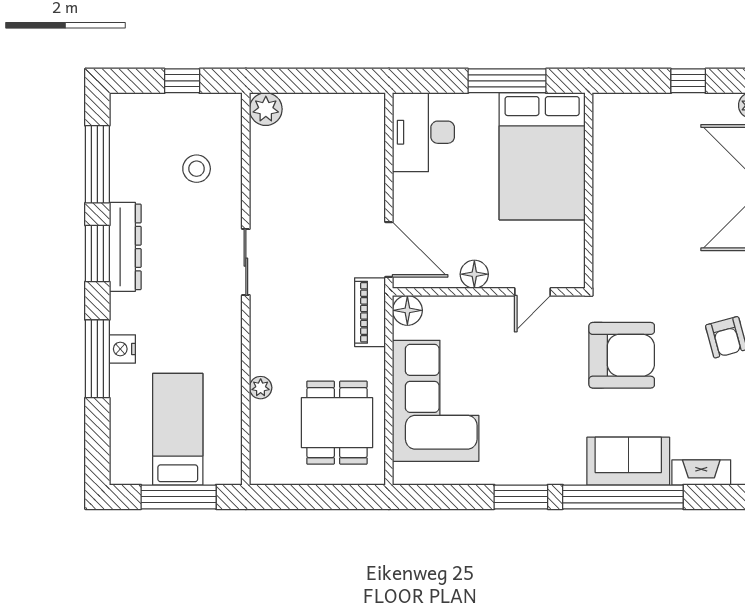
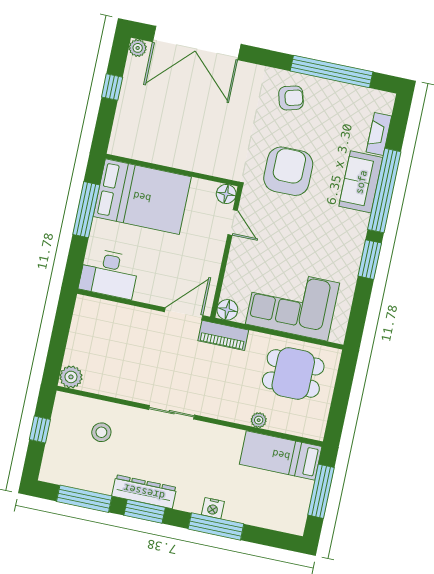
floor lamp: (474, 274) -> (226, 194), moved
bed: (178, 429) -> (281, 455), moved

